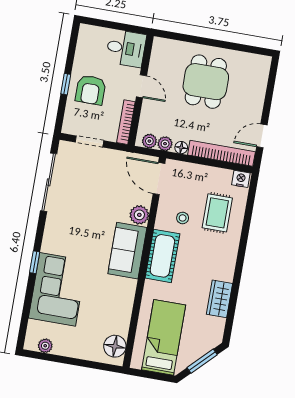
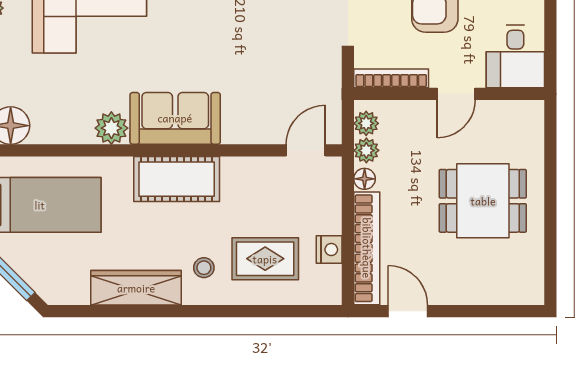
door: (159, 179) -> (306, 150), width x0.73
nightstand: (241, 179) -> (329, 250), moved
plant: (139, 215) -> (111, 128), moved
stool: (183, 218) -> (204, 268), moved
wardrobe: (220, 299) -> (136, 288), width x1.50

